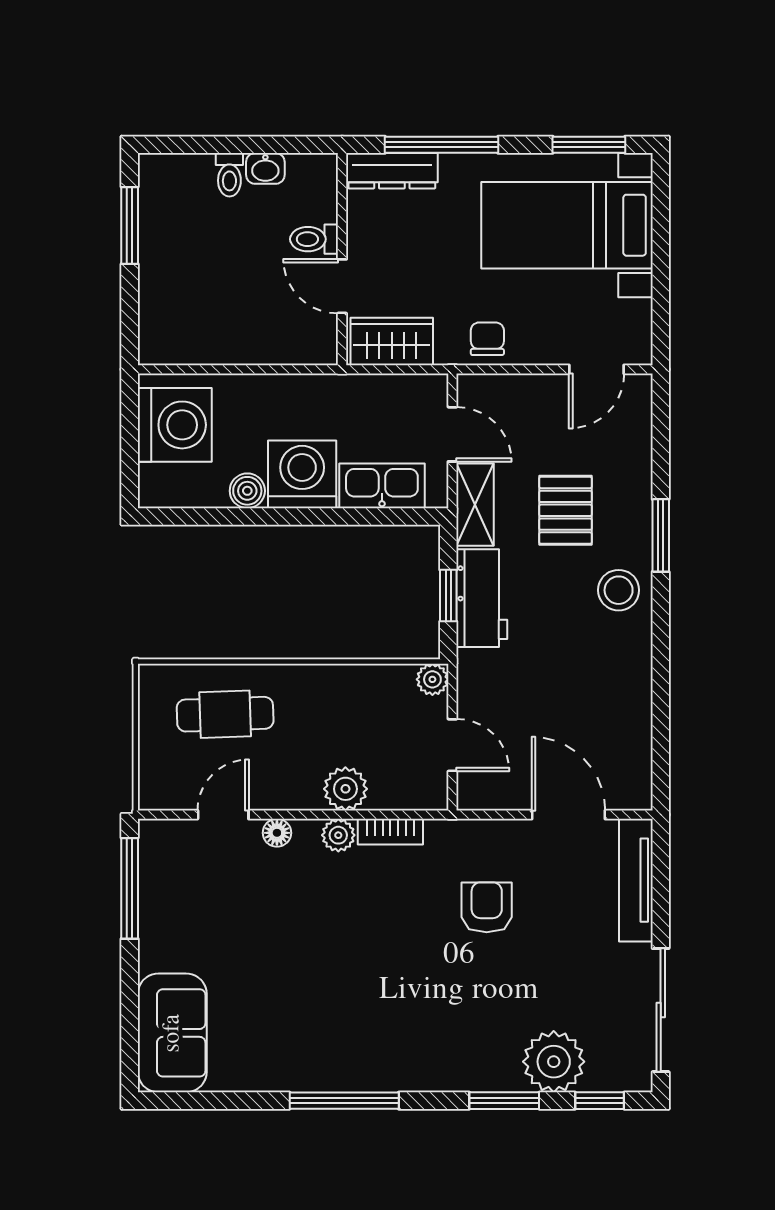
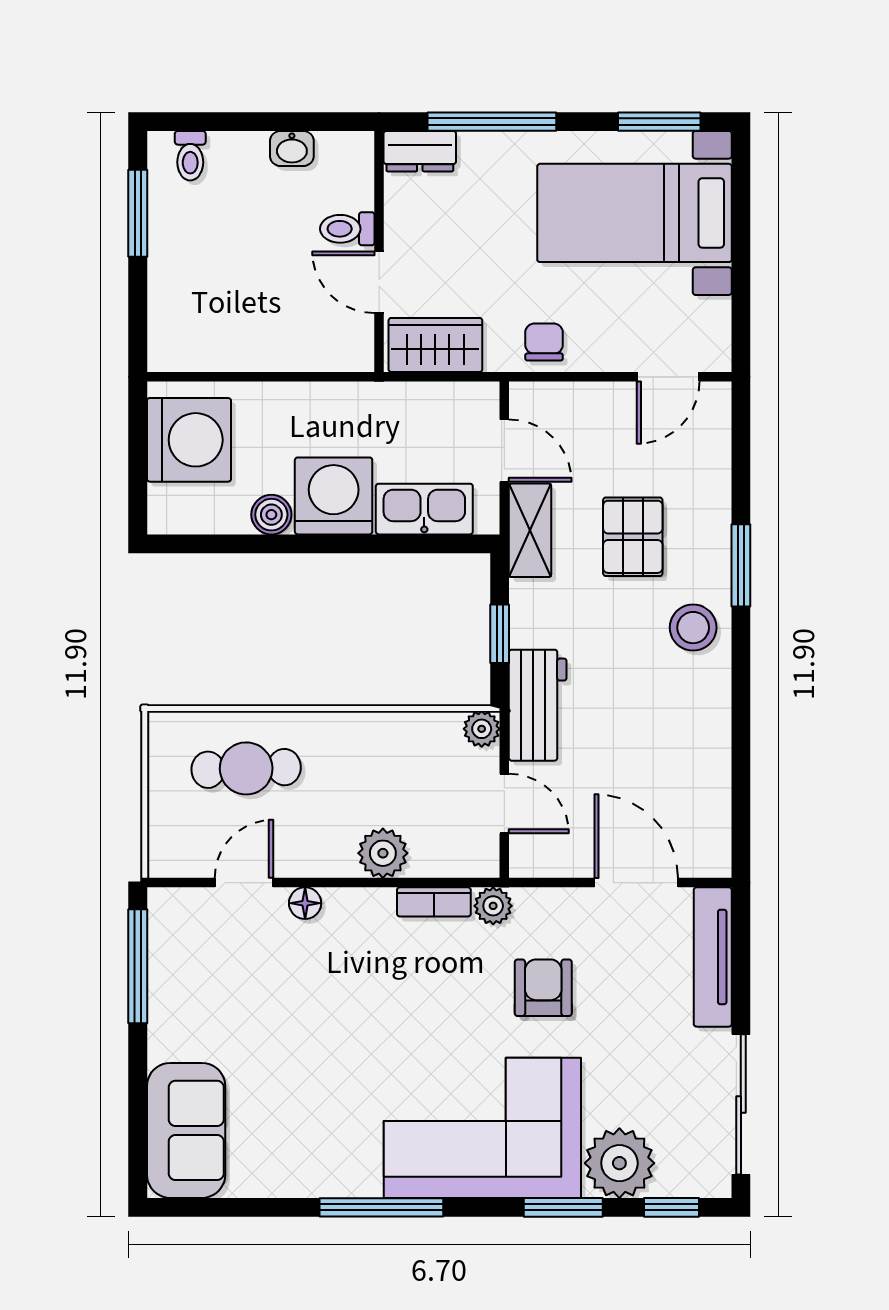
dresser: (392, 171) -> (420, 151), width x0.70
toilet: (229, 175) -> (190, 156), moved
workbench: (482, 598) -> (538, 705), moved
plant: (338, 835) -> (493, 906), moved
corner sofa: (433, 1031) -> (482, 1128), added

